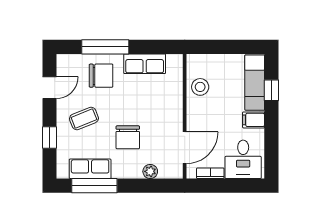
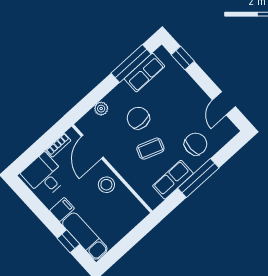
window: (105, 47) -> (198, 178), moved
chair: (101, 76) -> (196, 144), turned 180
stool: (200, 87) -> (106, 185), moved
coffee table: (84, 118) -> (150, 149), moved, turned 42
window: (49, 137) -> (183, 58), moved

